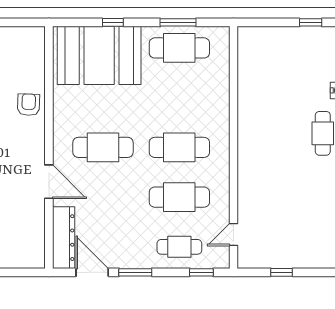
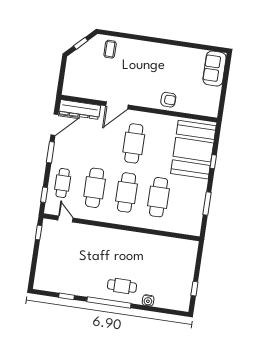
cafe table: (179, 48) -> (159, 197), moved
window: (282, 272) -> (39, 232), moved

